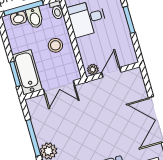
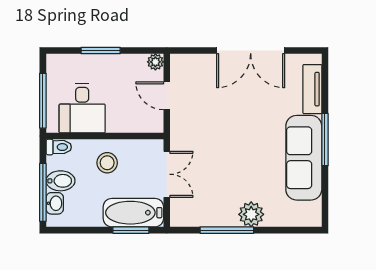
plant: (93, 69) -> (155, 62), moved

